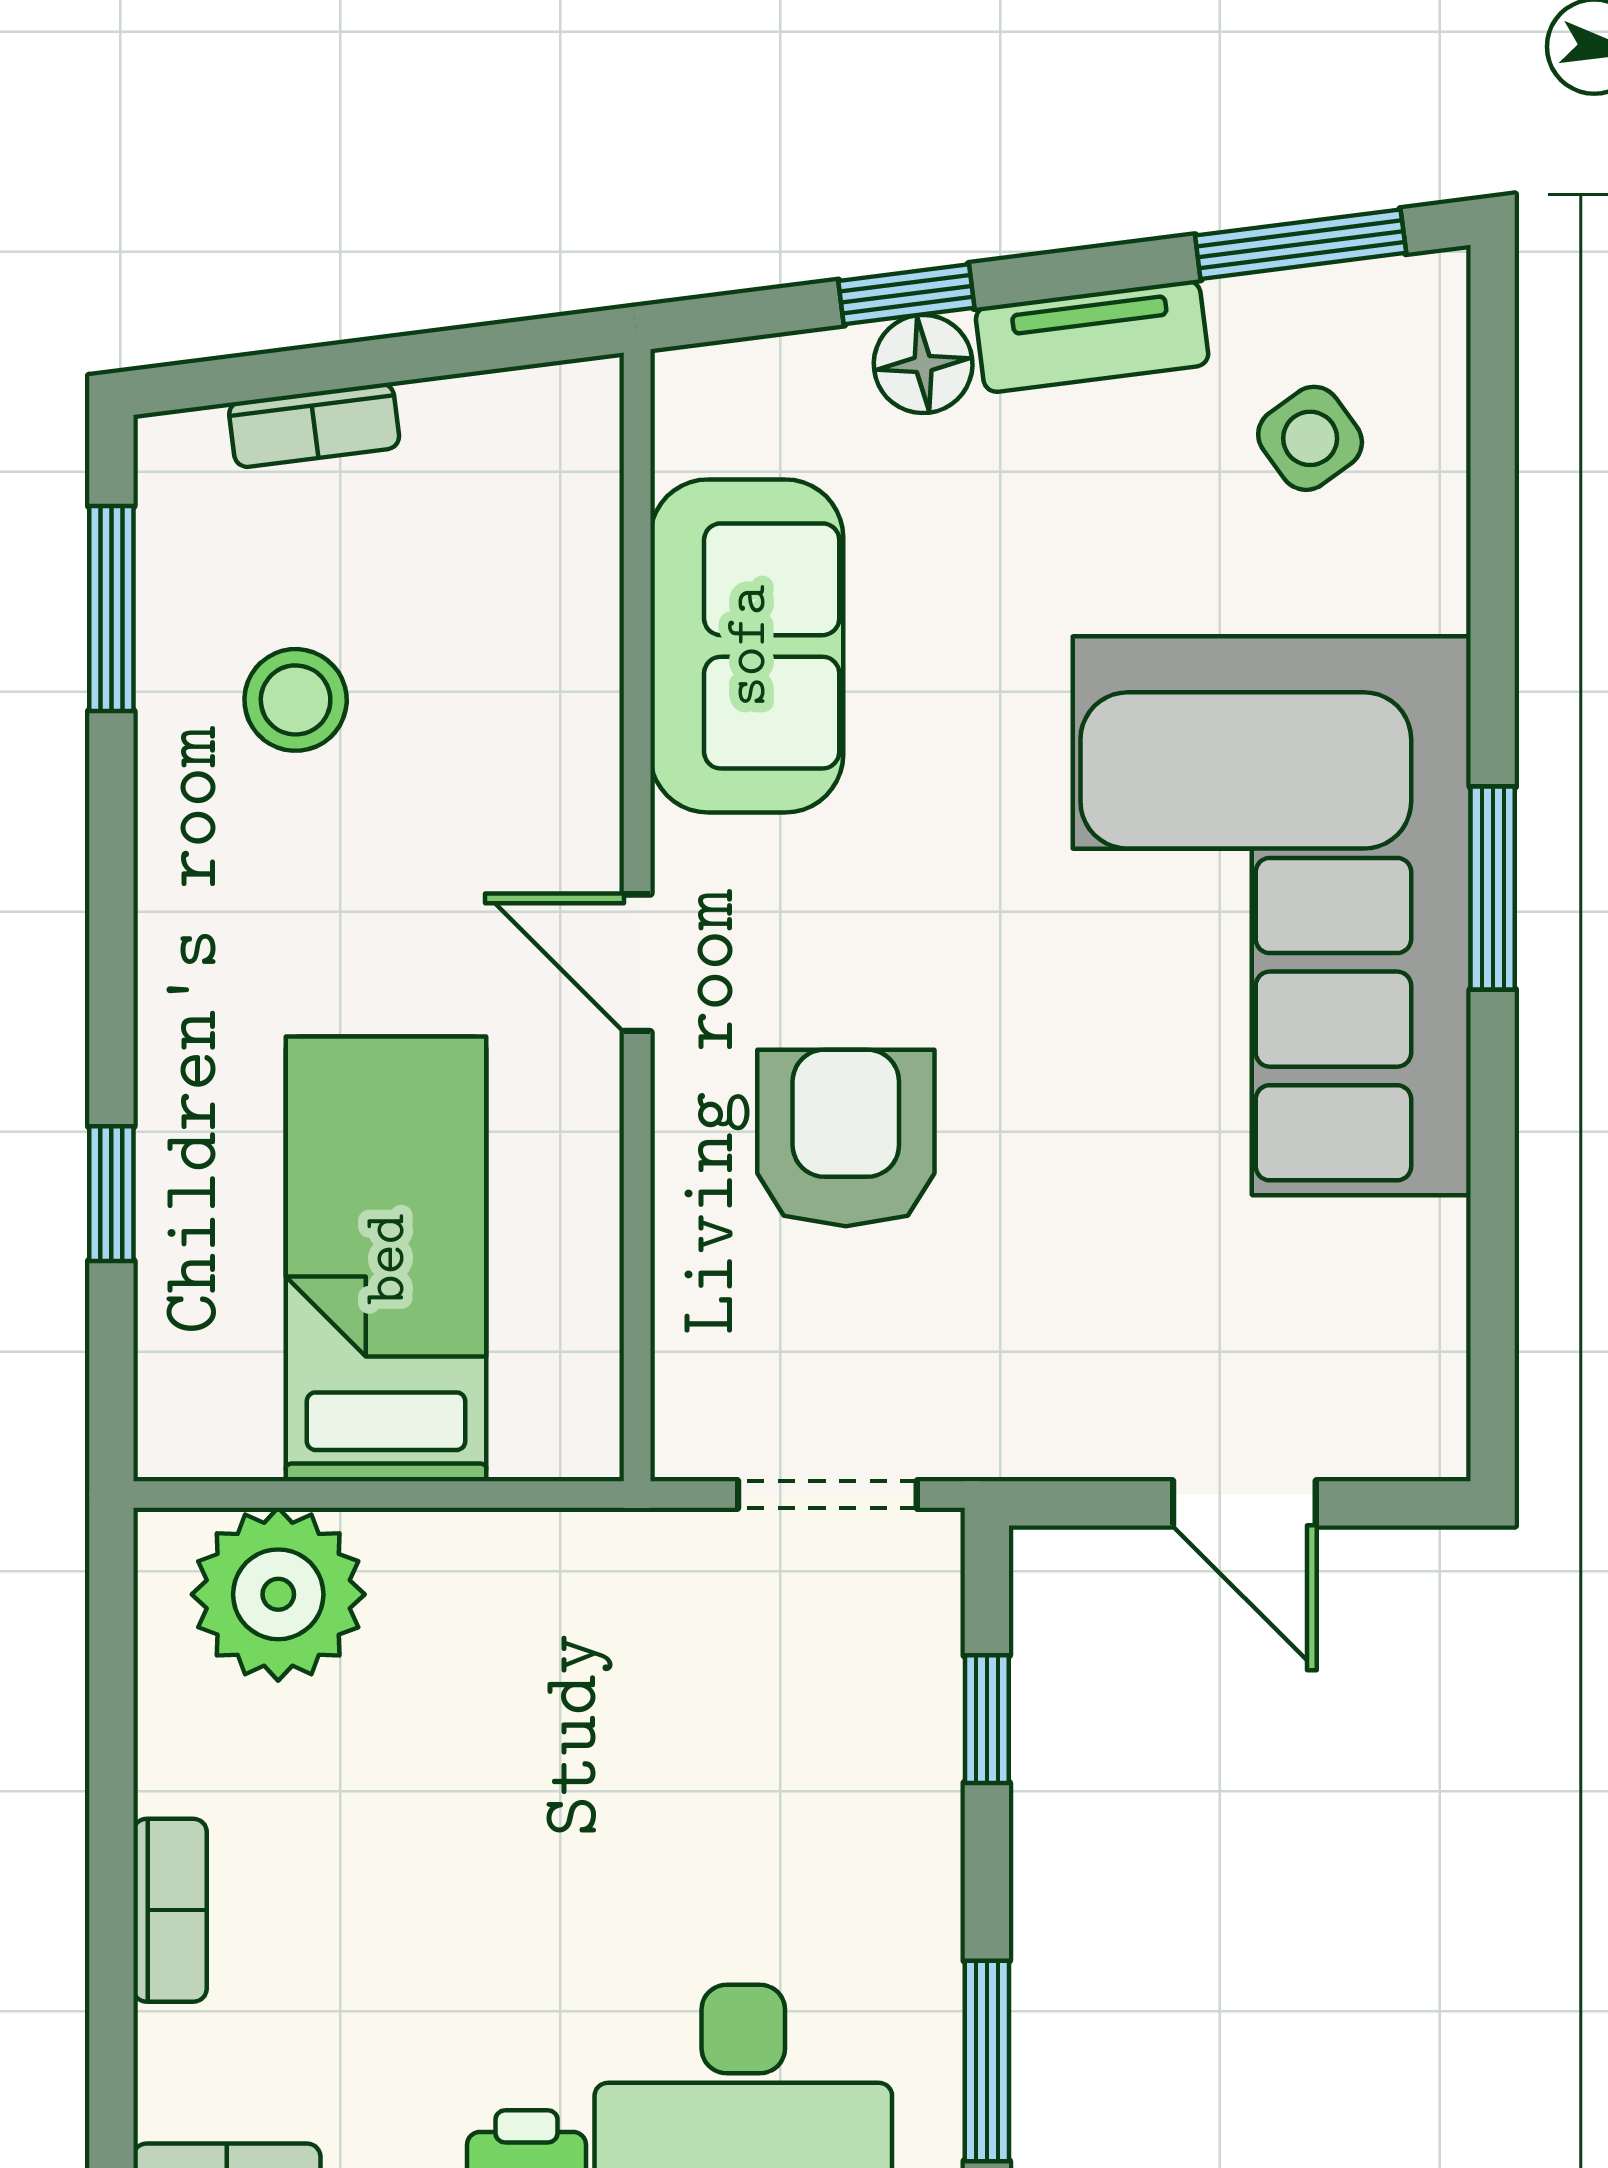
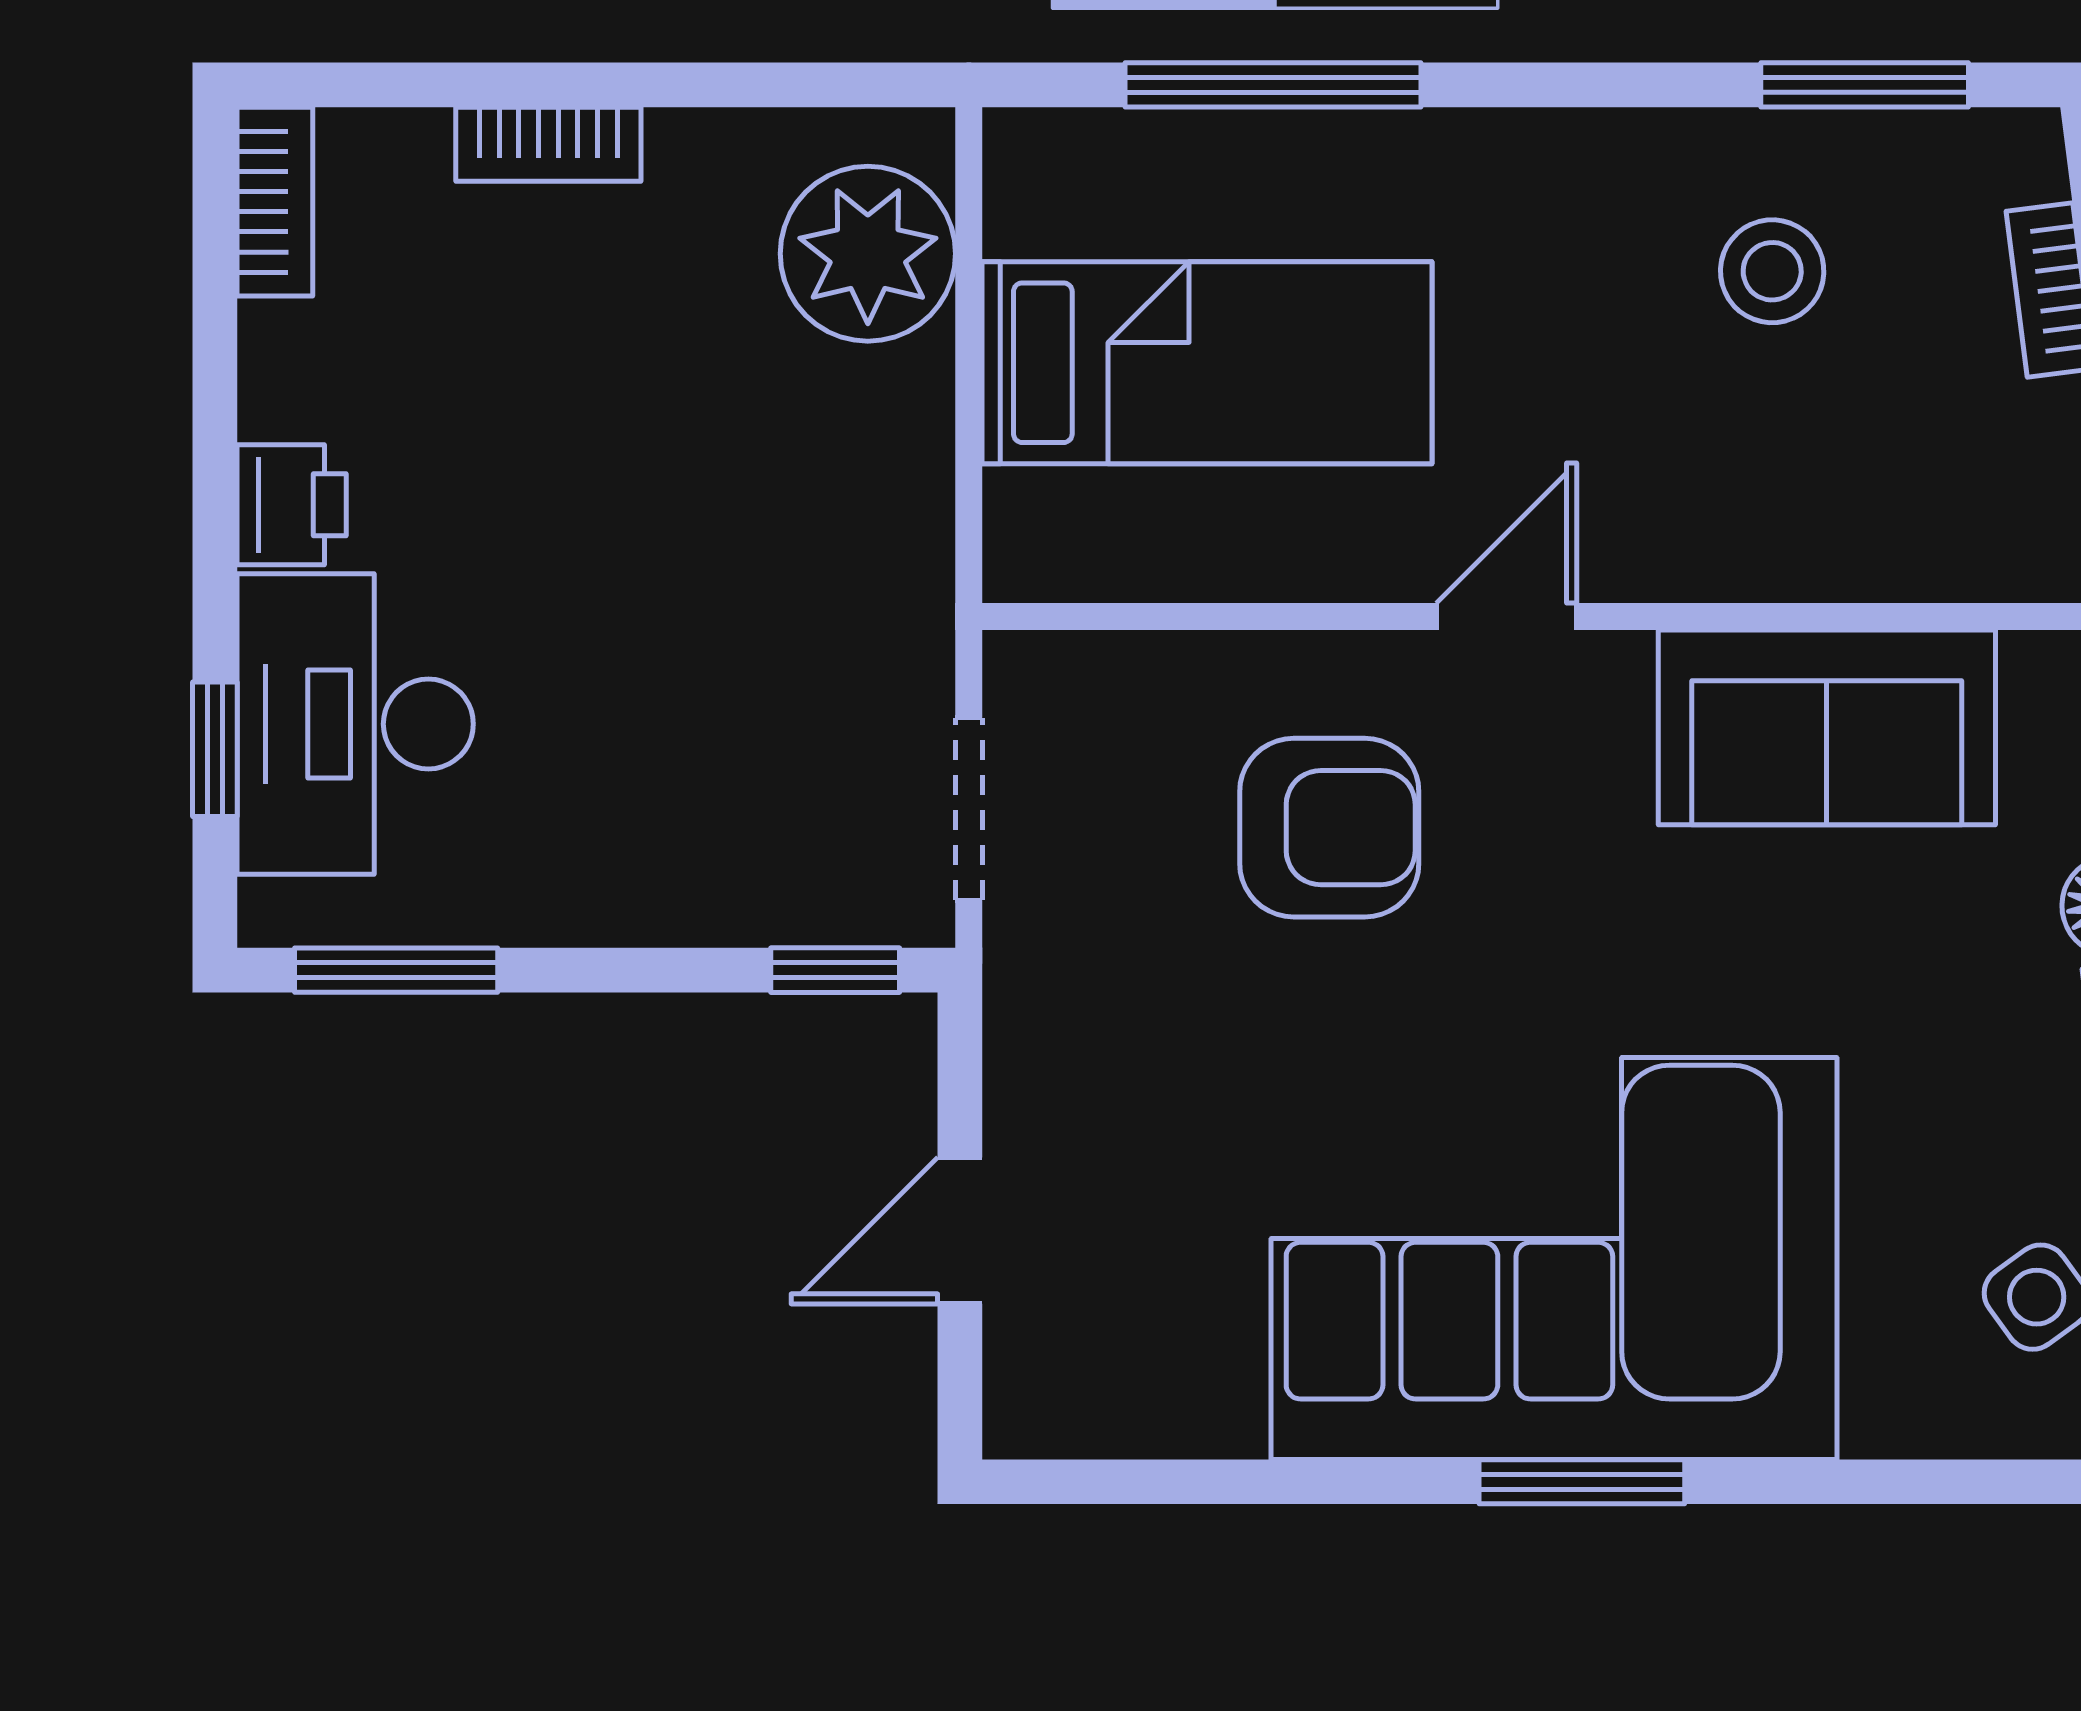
window: (111, 1194) -> (1273, 85), width x2.17
window: (987, 1719) -> (835, 970), moved

